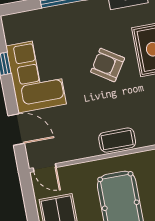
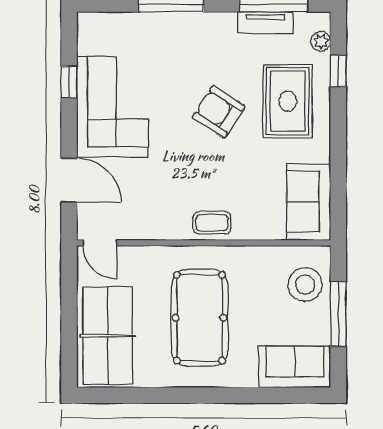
coffee table: (117, 140) -> (212, 223), width x0.73, depth x0.77

